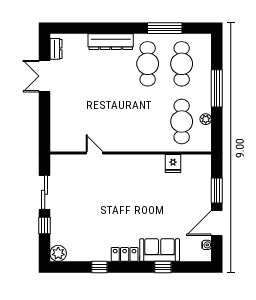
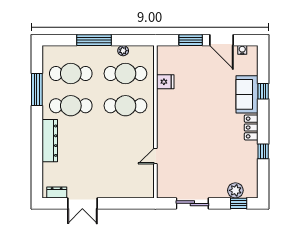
cafe table: (148, 122) -> (125, 106), added
window: (45, 226) -> (239, 203), moved
plant: (58, 253) -> (235, 190), moved

